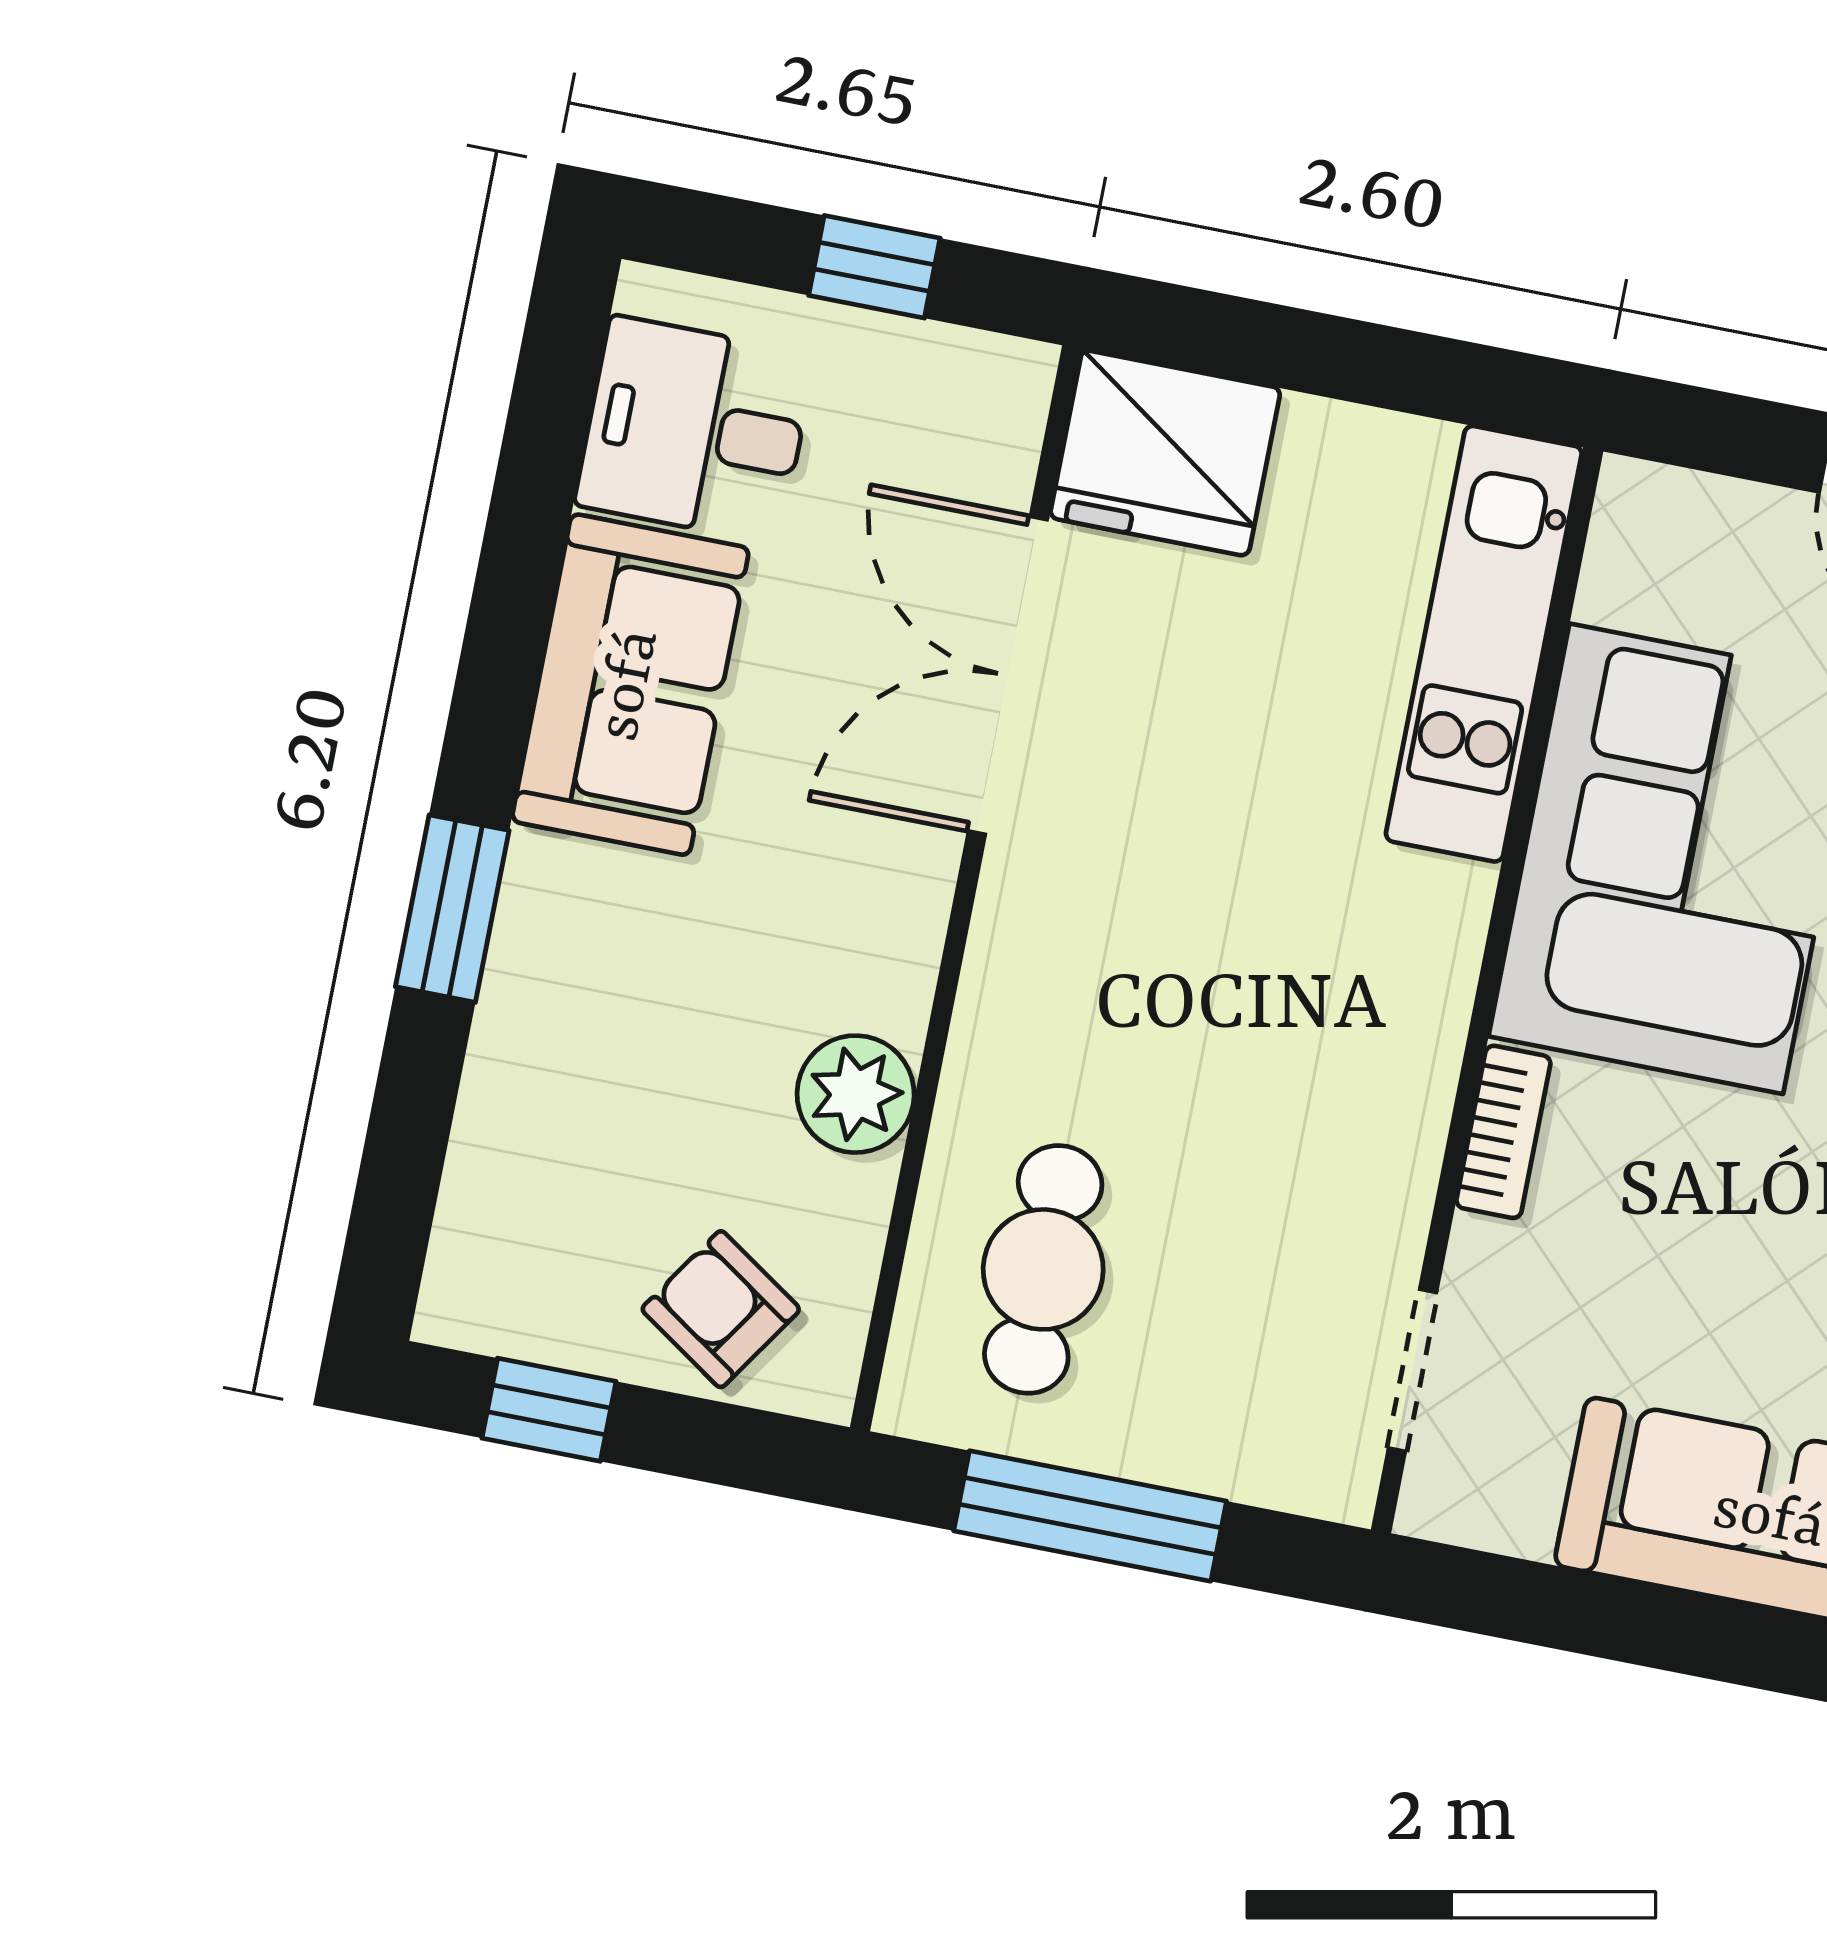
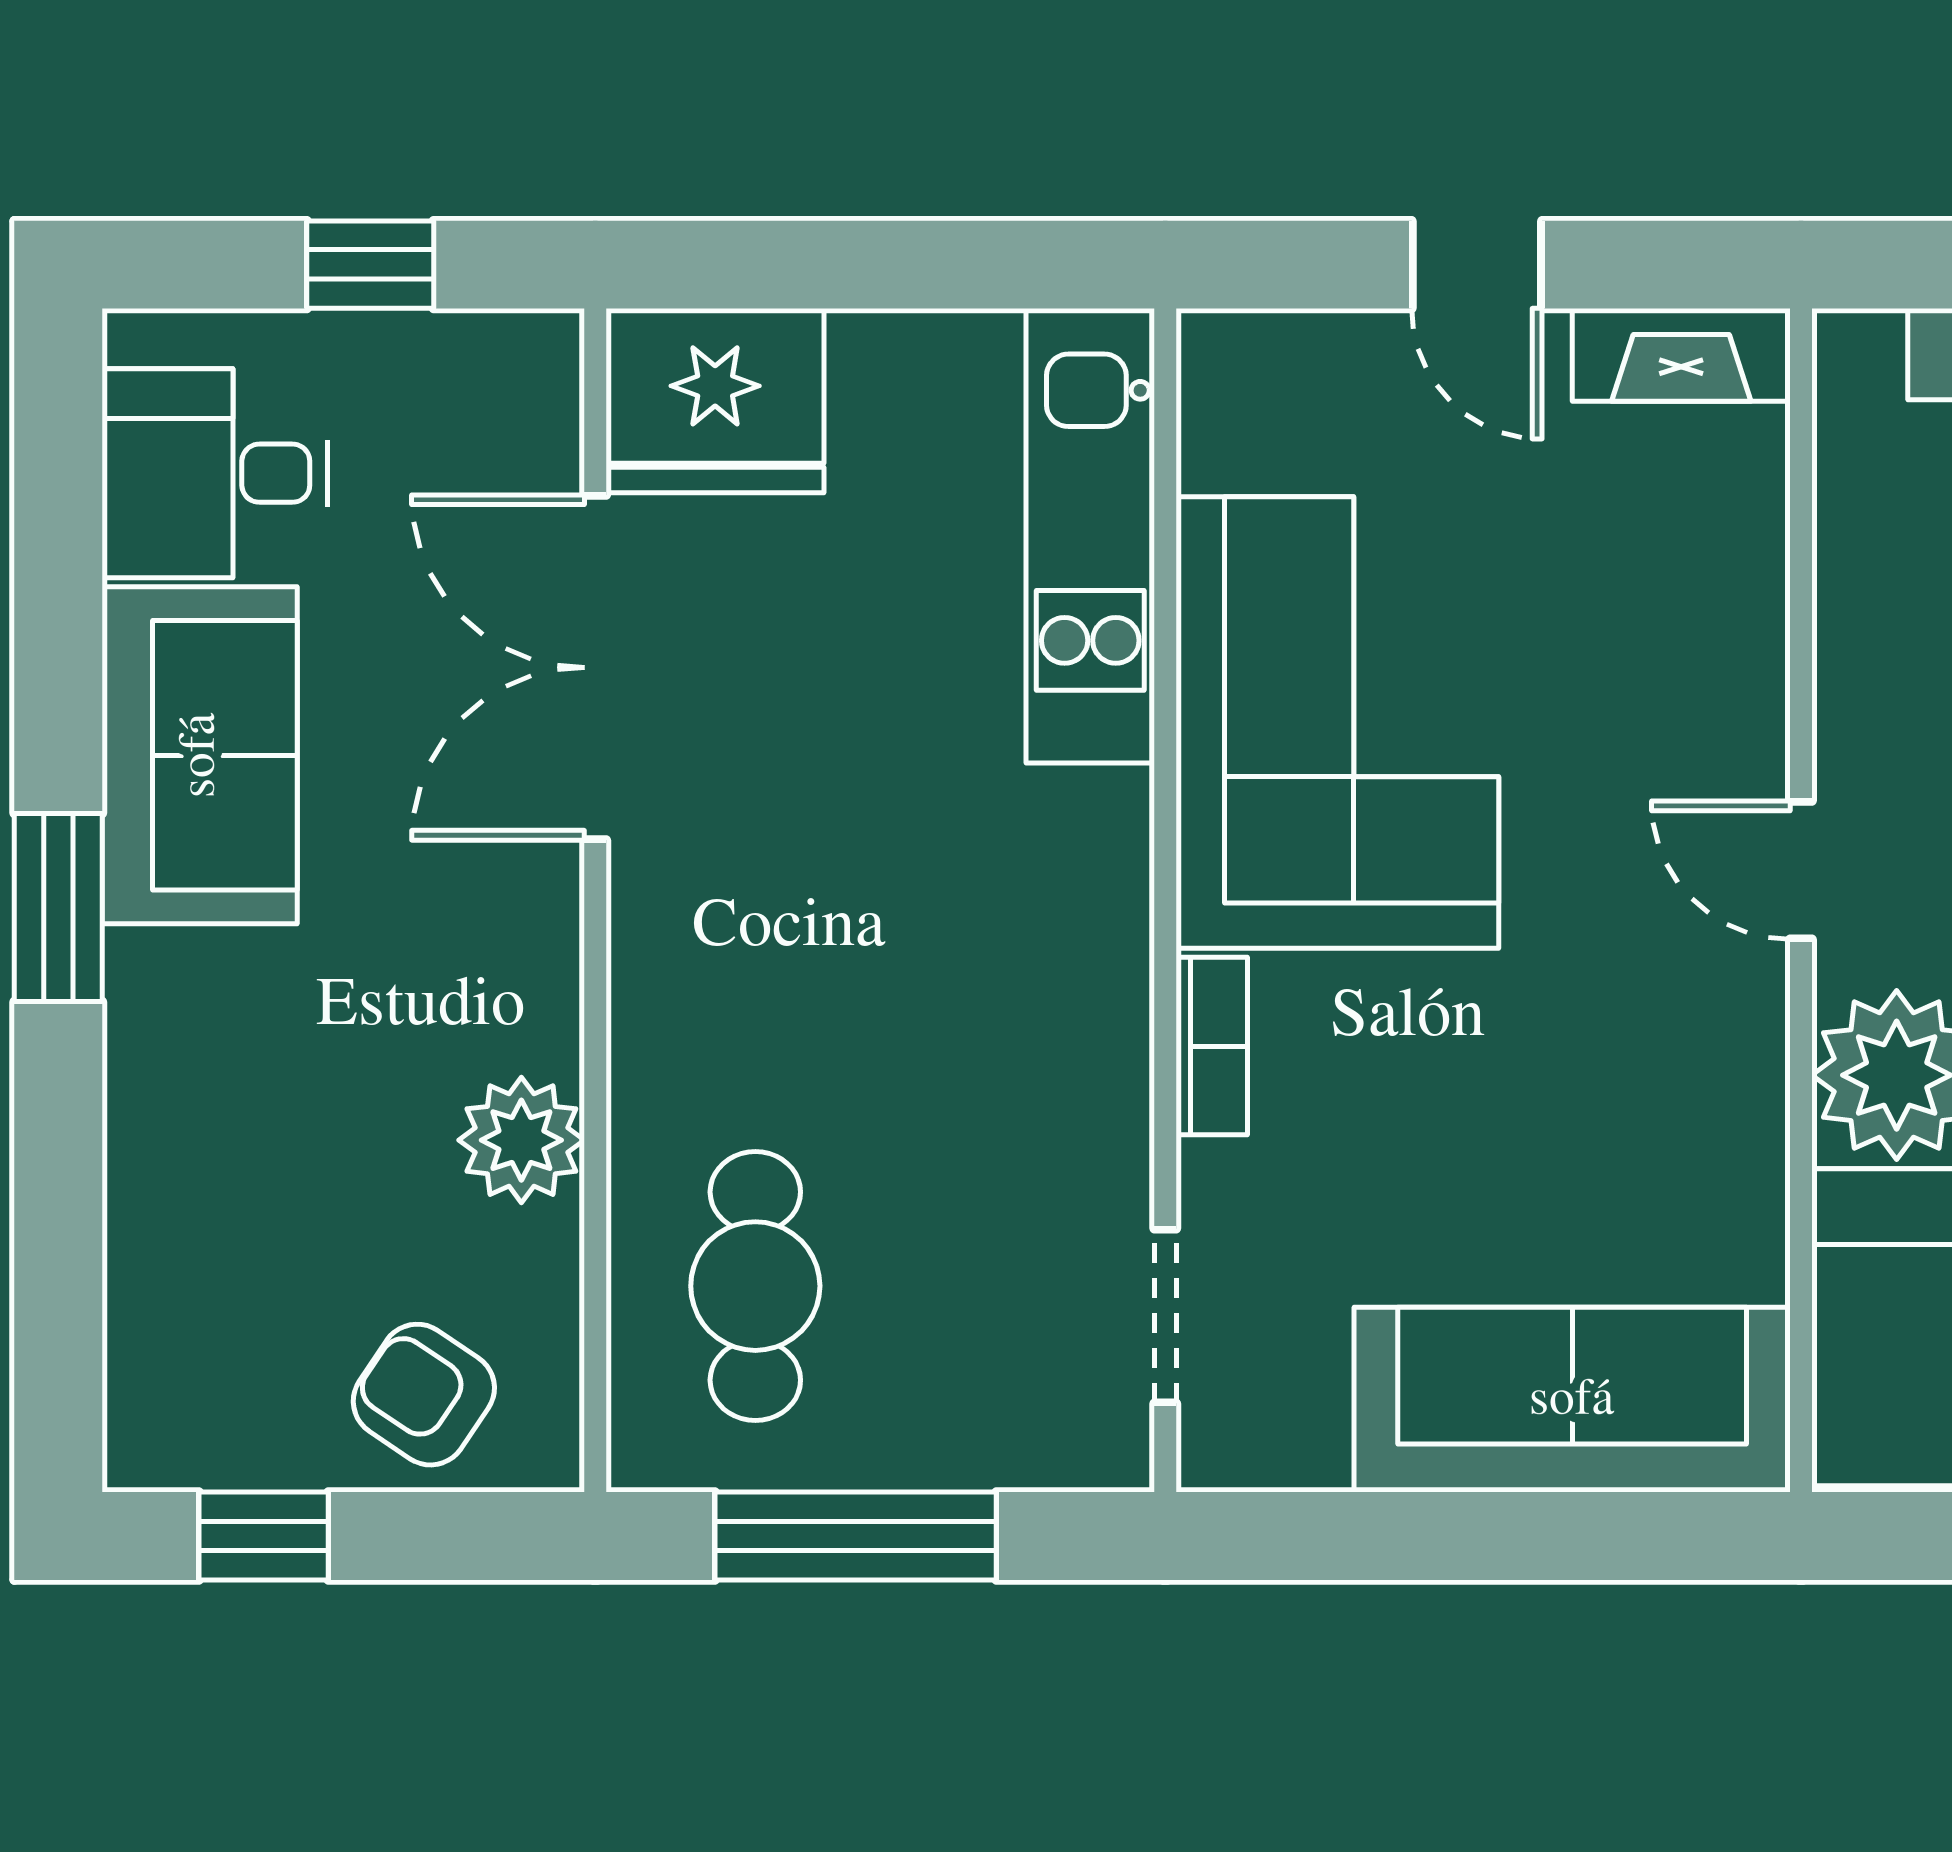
window: (452, 909) -> (58, 908), moved

